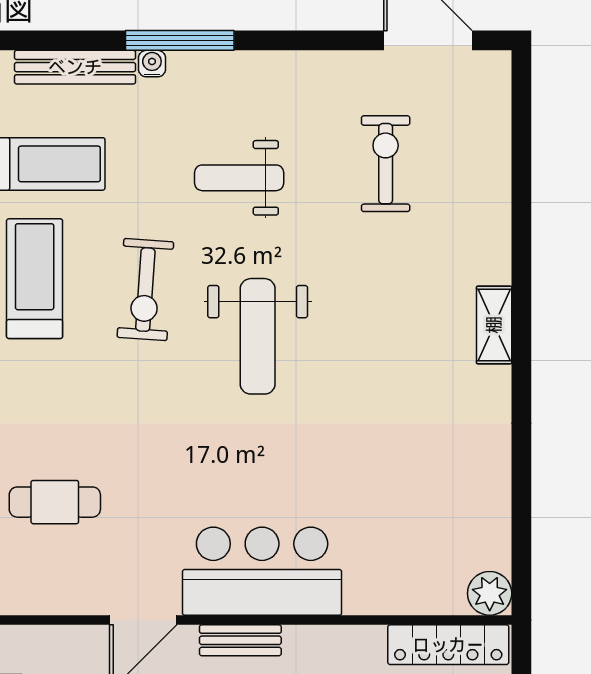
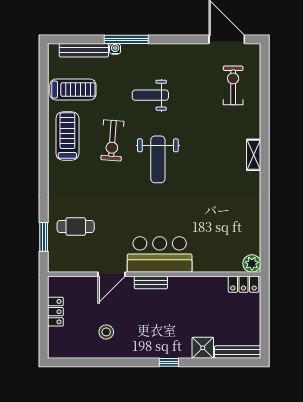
exercise bike: (386, 164) -> (233, 85), moved
locker: (448, 645) -> (243, 284), width x0.66

